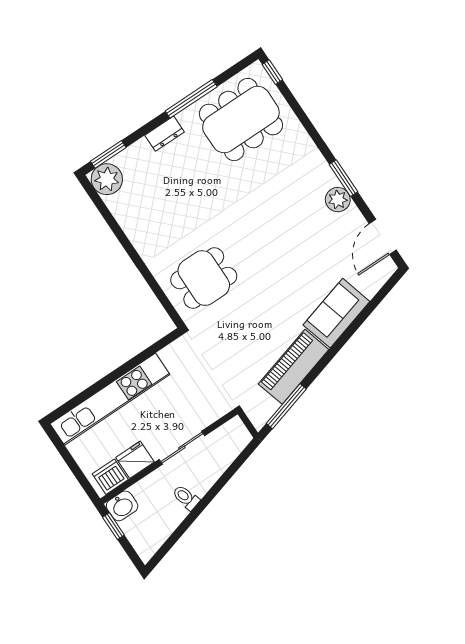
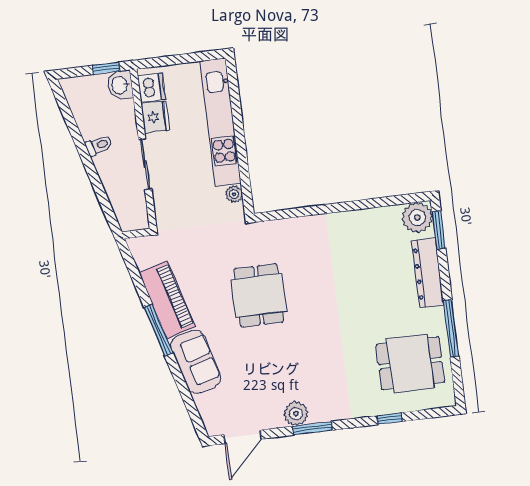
window: (272, 72) -> (390, 419), moved
dining table: (241, 120) -> (410, 363), width x0.73
dresser: (165, 134) -> (428, 273), width x1.96, depth x1.24
door: (383, 237) -> (243, 437), swing flipped
dining table: (204, 278) -> (259, 295), moved
plant: (169, 354) -> (234, 194), added
window: (286, 406) -> (159, 330), moved

